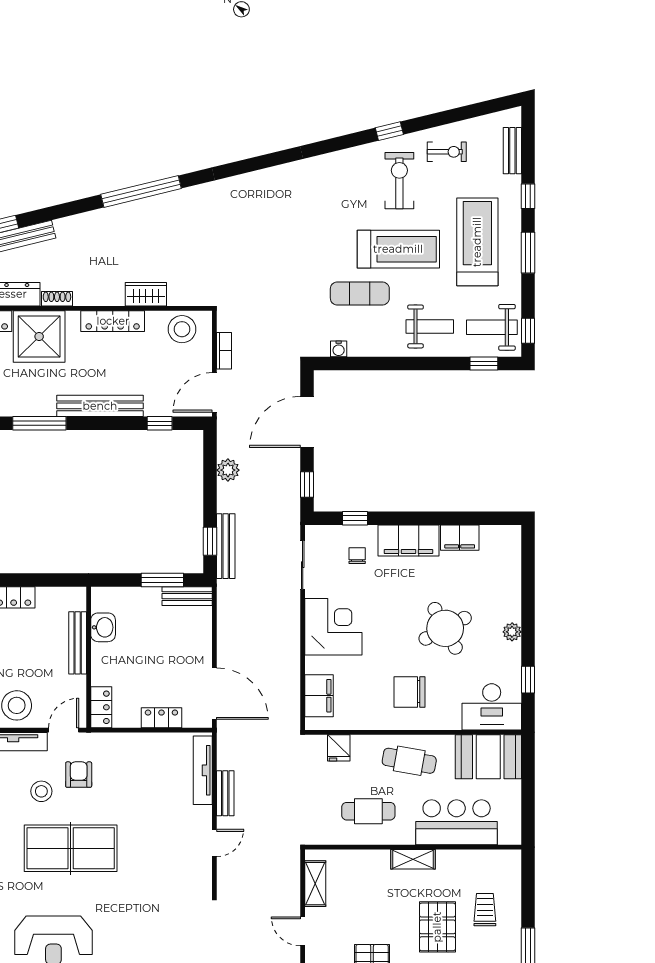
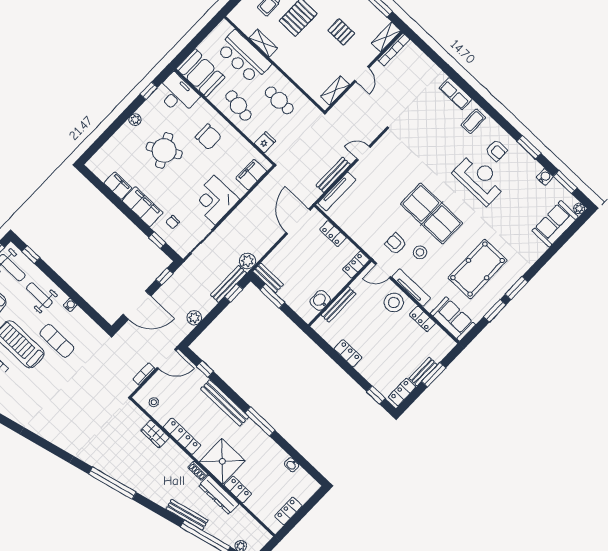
stool: (182, 329) -> (154, 402), width x0.53, depth x0.53
water cooler: (339, 349) -> (70, 305), moved
plant: (229, 593) -> (247, 261), added
armchair: (79, 775) -> (396, 244), turned 90
bench: (225, 793) -> (333, 175), width x1.36
shelving: (413, 859) -> (263, 43), moved

